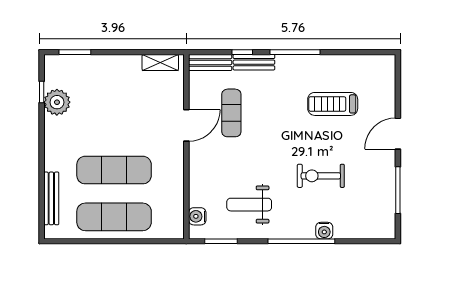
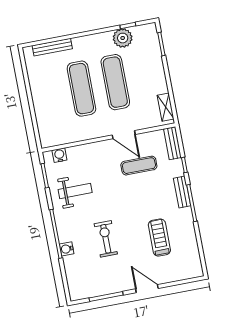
bench: (254, 62) -> (182, 192), moved
weight bench: (249, 205) -> (75, 191), turned 90
exercise mat: (114, 217) -> (115, 82), moved

